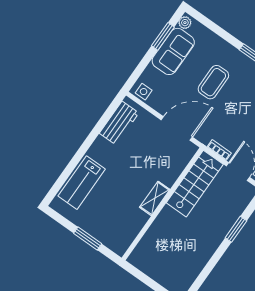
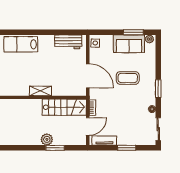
plant: (219, 232) -> (47, 139), added

